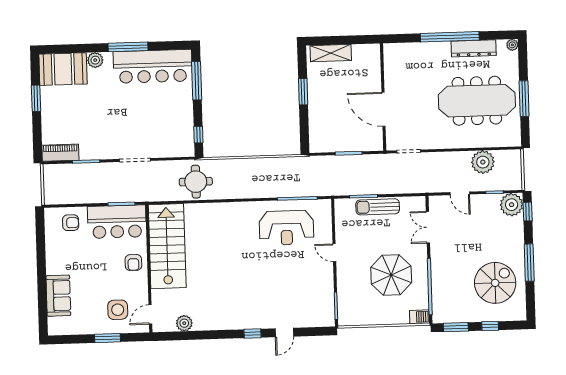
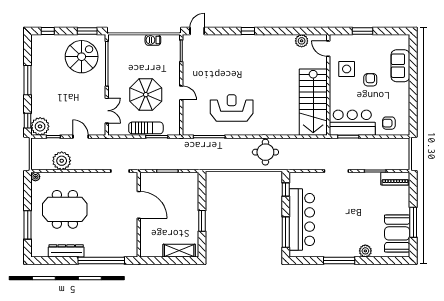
window: (450, 37) -> (101, 261), moved
plant: (512, 45) -> (35, 177), moved
bar counter: (153, 66) -> (302, 220), moved, turned 90
booth: (63, 69) -> (397, 233), moved, turned 90
window: (36, 98) -> (413, 222), width x1.44
window: (524, 99) -> (28, 225), moved
meeting table: (477, 101) -> (65, 209), width x0.73
round table: (196, 182) -> (265, 152), moved
reception desk: (286, 228) -> (232, 108), moved
armchair: (133, 262) -> (370, 80), moved
parasol: (391, 275) -> (146, 95), moved
spiral stairs: (495, 283) -> (82, 57), moved, turned 180
side table: (118, 310) -> (347, 69), moved
door: (150, 314) -> (328, 49), swing flipped
barbecue: (419, 317) -> (153, 40), moved
window: (490, 326) -> (48, 31), moved
door: (284, 332) -> (197, 31), moved

